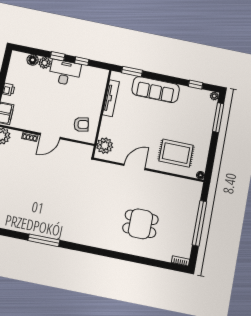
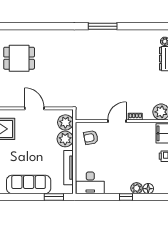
window: (82, 61) -> (103, 197), removed
desk: (65, 73) -> (90, 183), moved
plant: (108, 128) -> (65, 139), added
door: (134, 167) -> (34, 108), swing flipped

